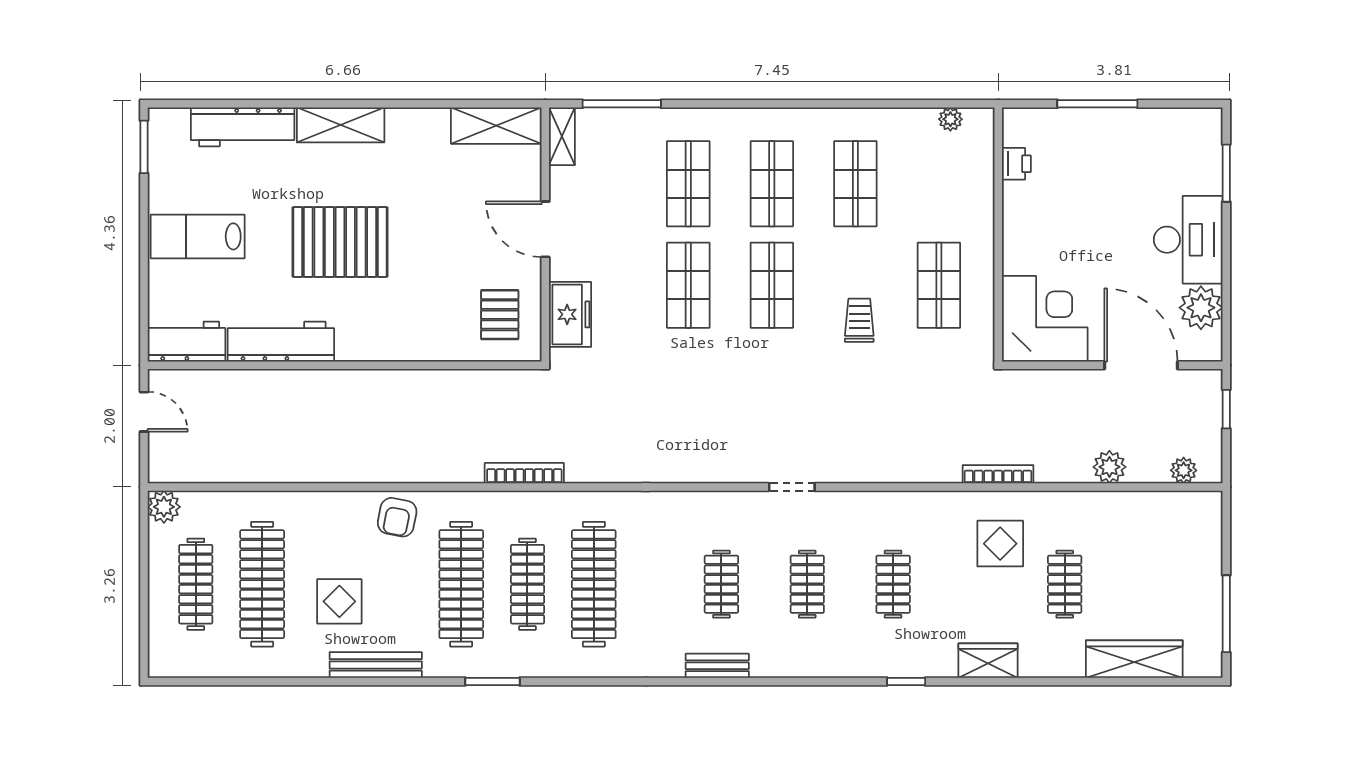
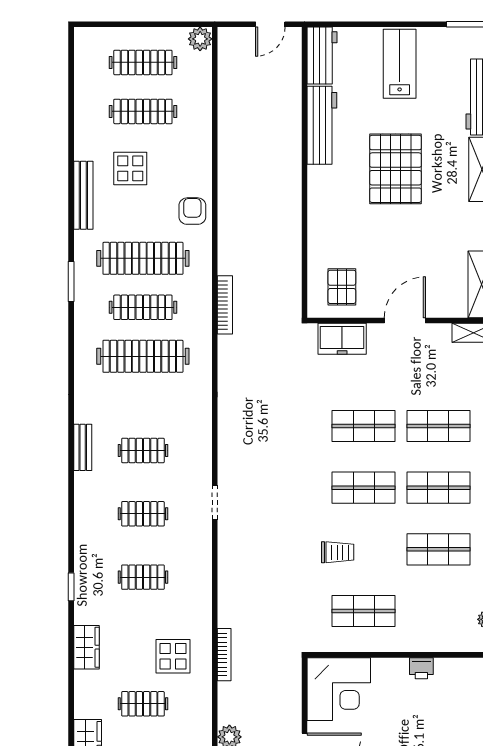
printer: (1016, 164) -> (421, 668), moved
pallet: (500, 315) -> (342, 287), turned 90
armchair: (397, 517) -> (192, 211), turned 79
clothes rail: (262, 584) -> (143, 111), width x0.73, depth x0.76

